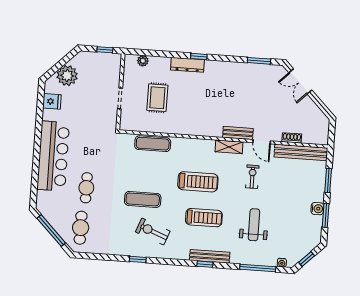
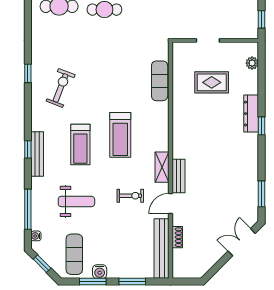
exercise mat: (143, 199) -> (74, 254), moved

